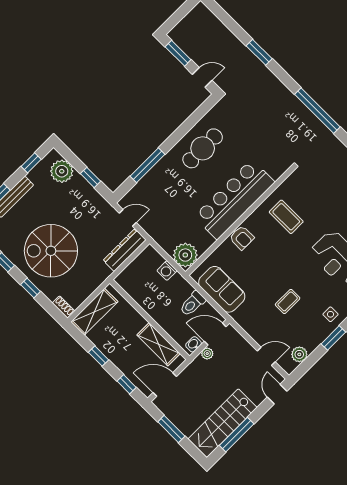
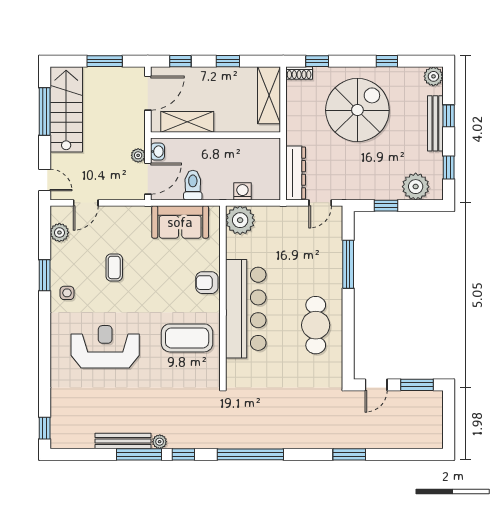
coffee table: (286, 217) -> (187, 338), width x1.36, depth x1.32
window: (30, 288) -> (317, 61), moved

